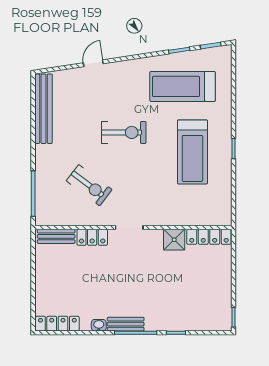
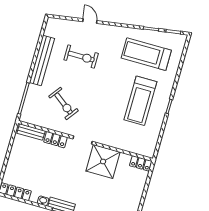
door: (93, 63) -> (90, 21), hinge flipped
bench: (43, 109) -> (42, 61), moved
exercise bike: (124, 132) -> (81, 57), moved
locker: (209, 237) -> (141, 163), width x0.66
shower: (174, 240) -> (103, 162), width x1.86, depth x1.86

